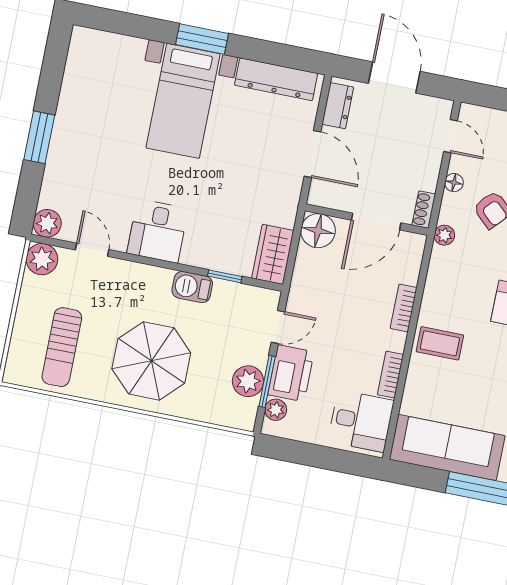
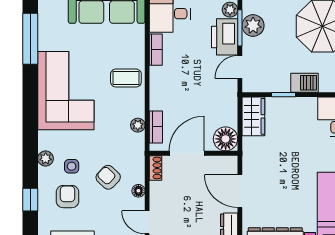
plant: (444, 235) -> (138, 125), moved
bookcase: (404, 308) -> (156, 127), moved

